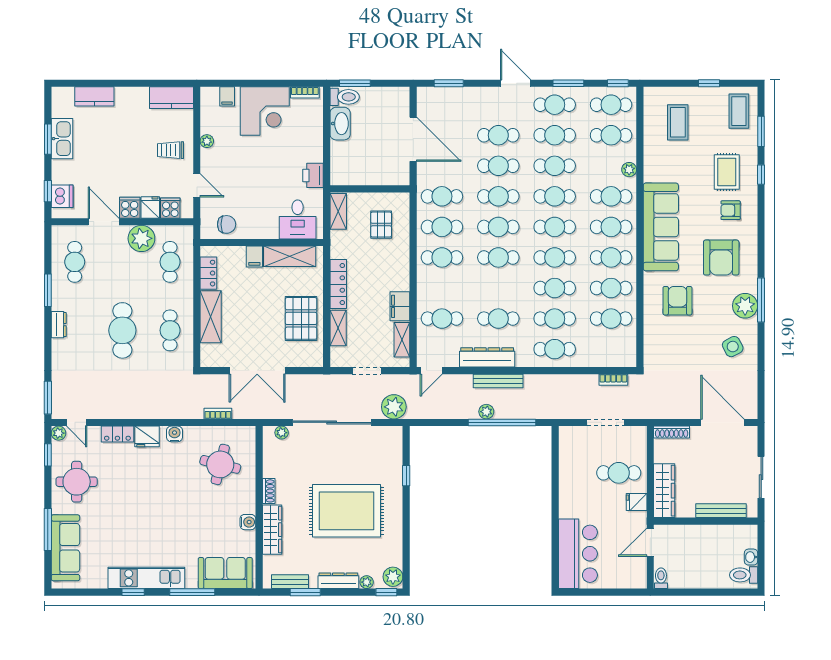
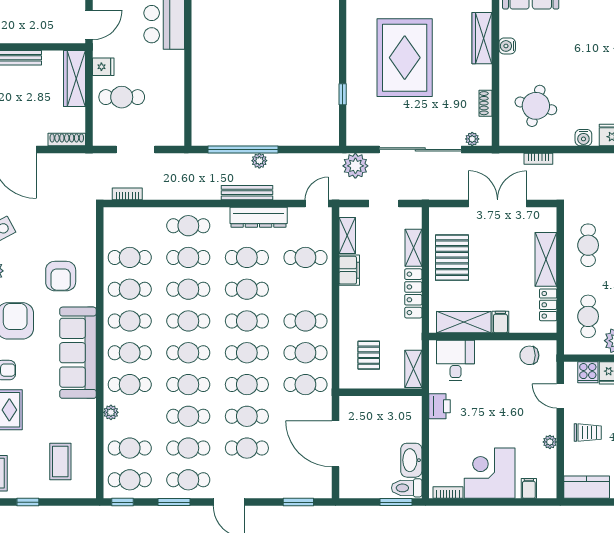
cafe table: (498, 288) -> (247, 289), added
shoe rack: (269, 491) -> (486, 103), moved
rug: (347, 511) -> (405, 58), turned 90

